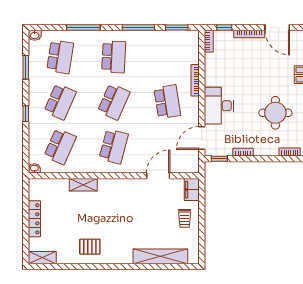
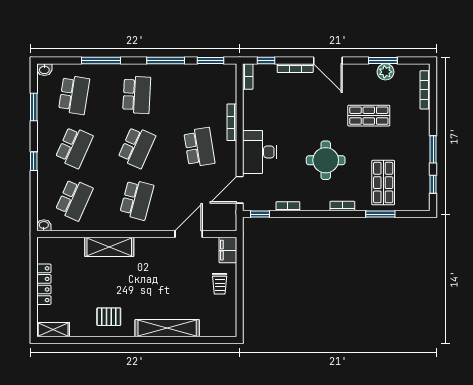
shelving: (83, 185) -> (109, 247), width x1.50, depth x1.33
shelving: (160, 256) -> (167, 328), moved

